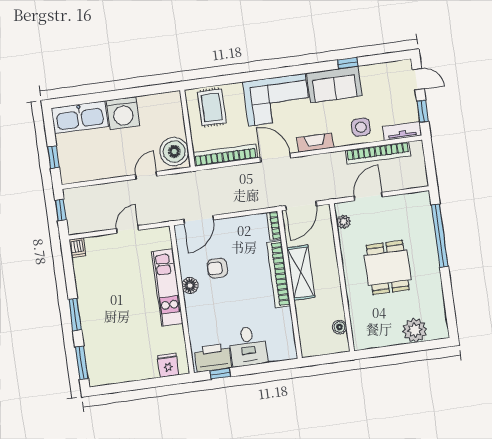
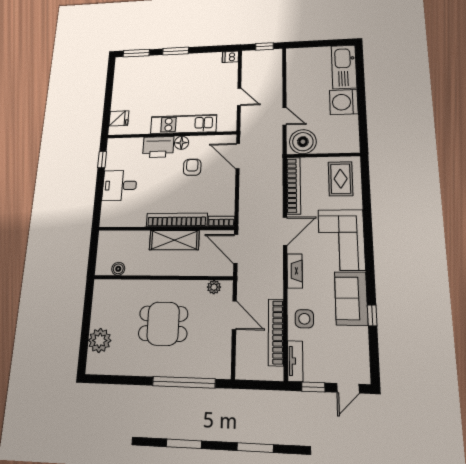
rug: (212, 107) -> (341, 179), turned 90
window: (53, 157) -> (311, 44), removed
printer: (213, 358) -> (158, 147), moved, turned 90

